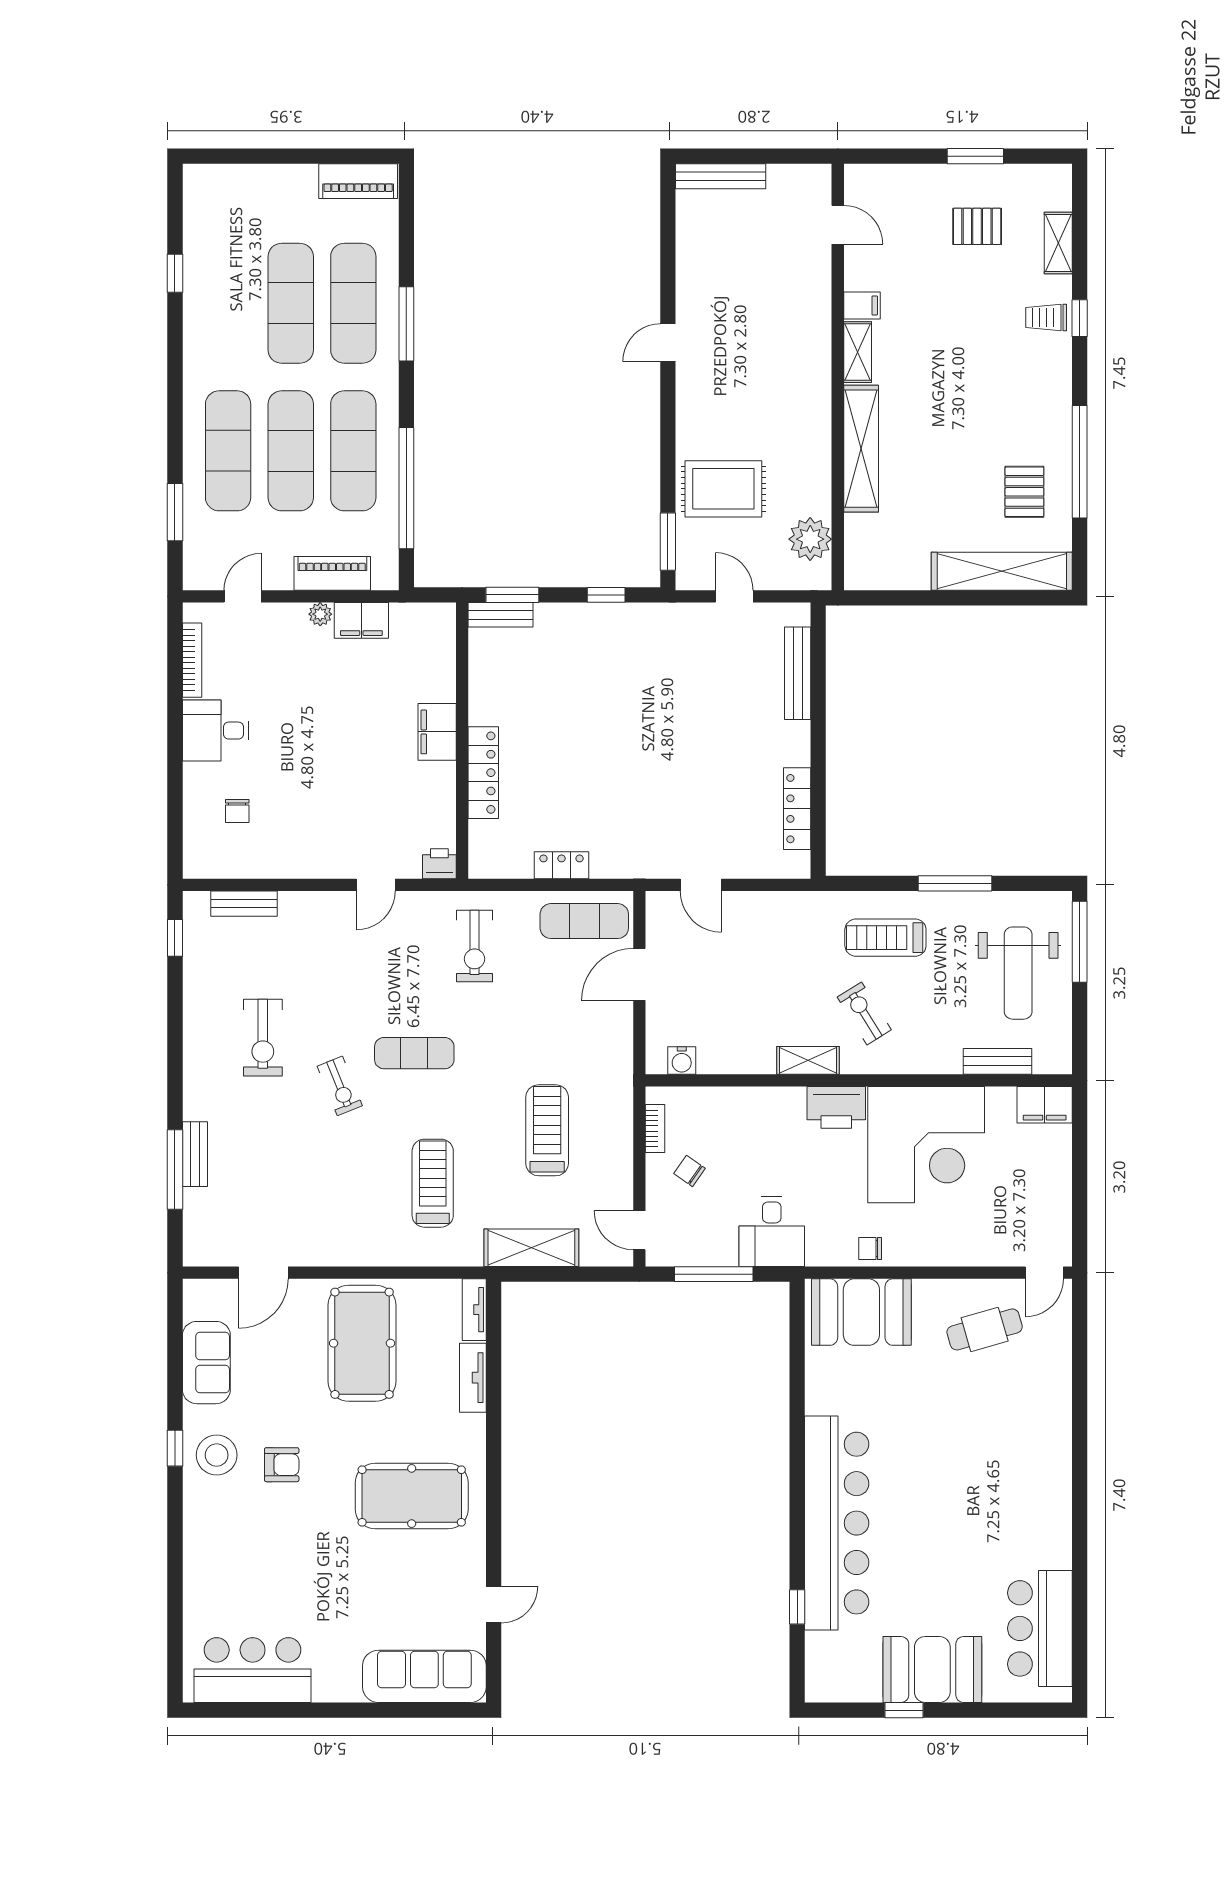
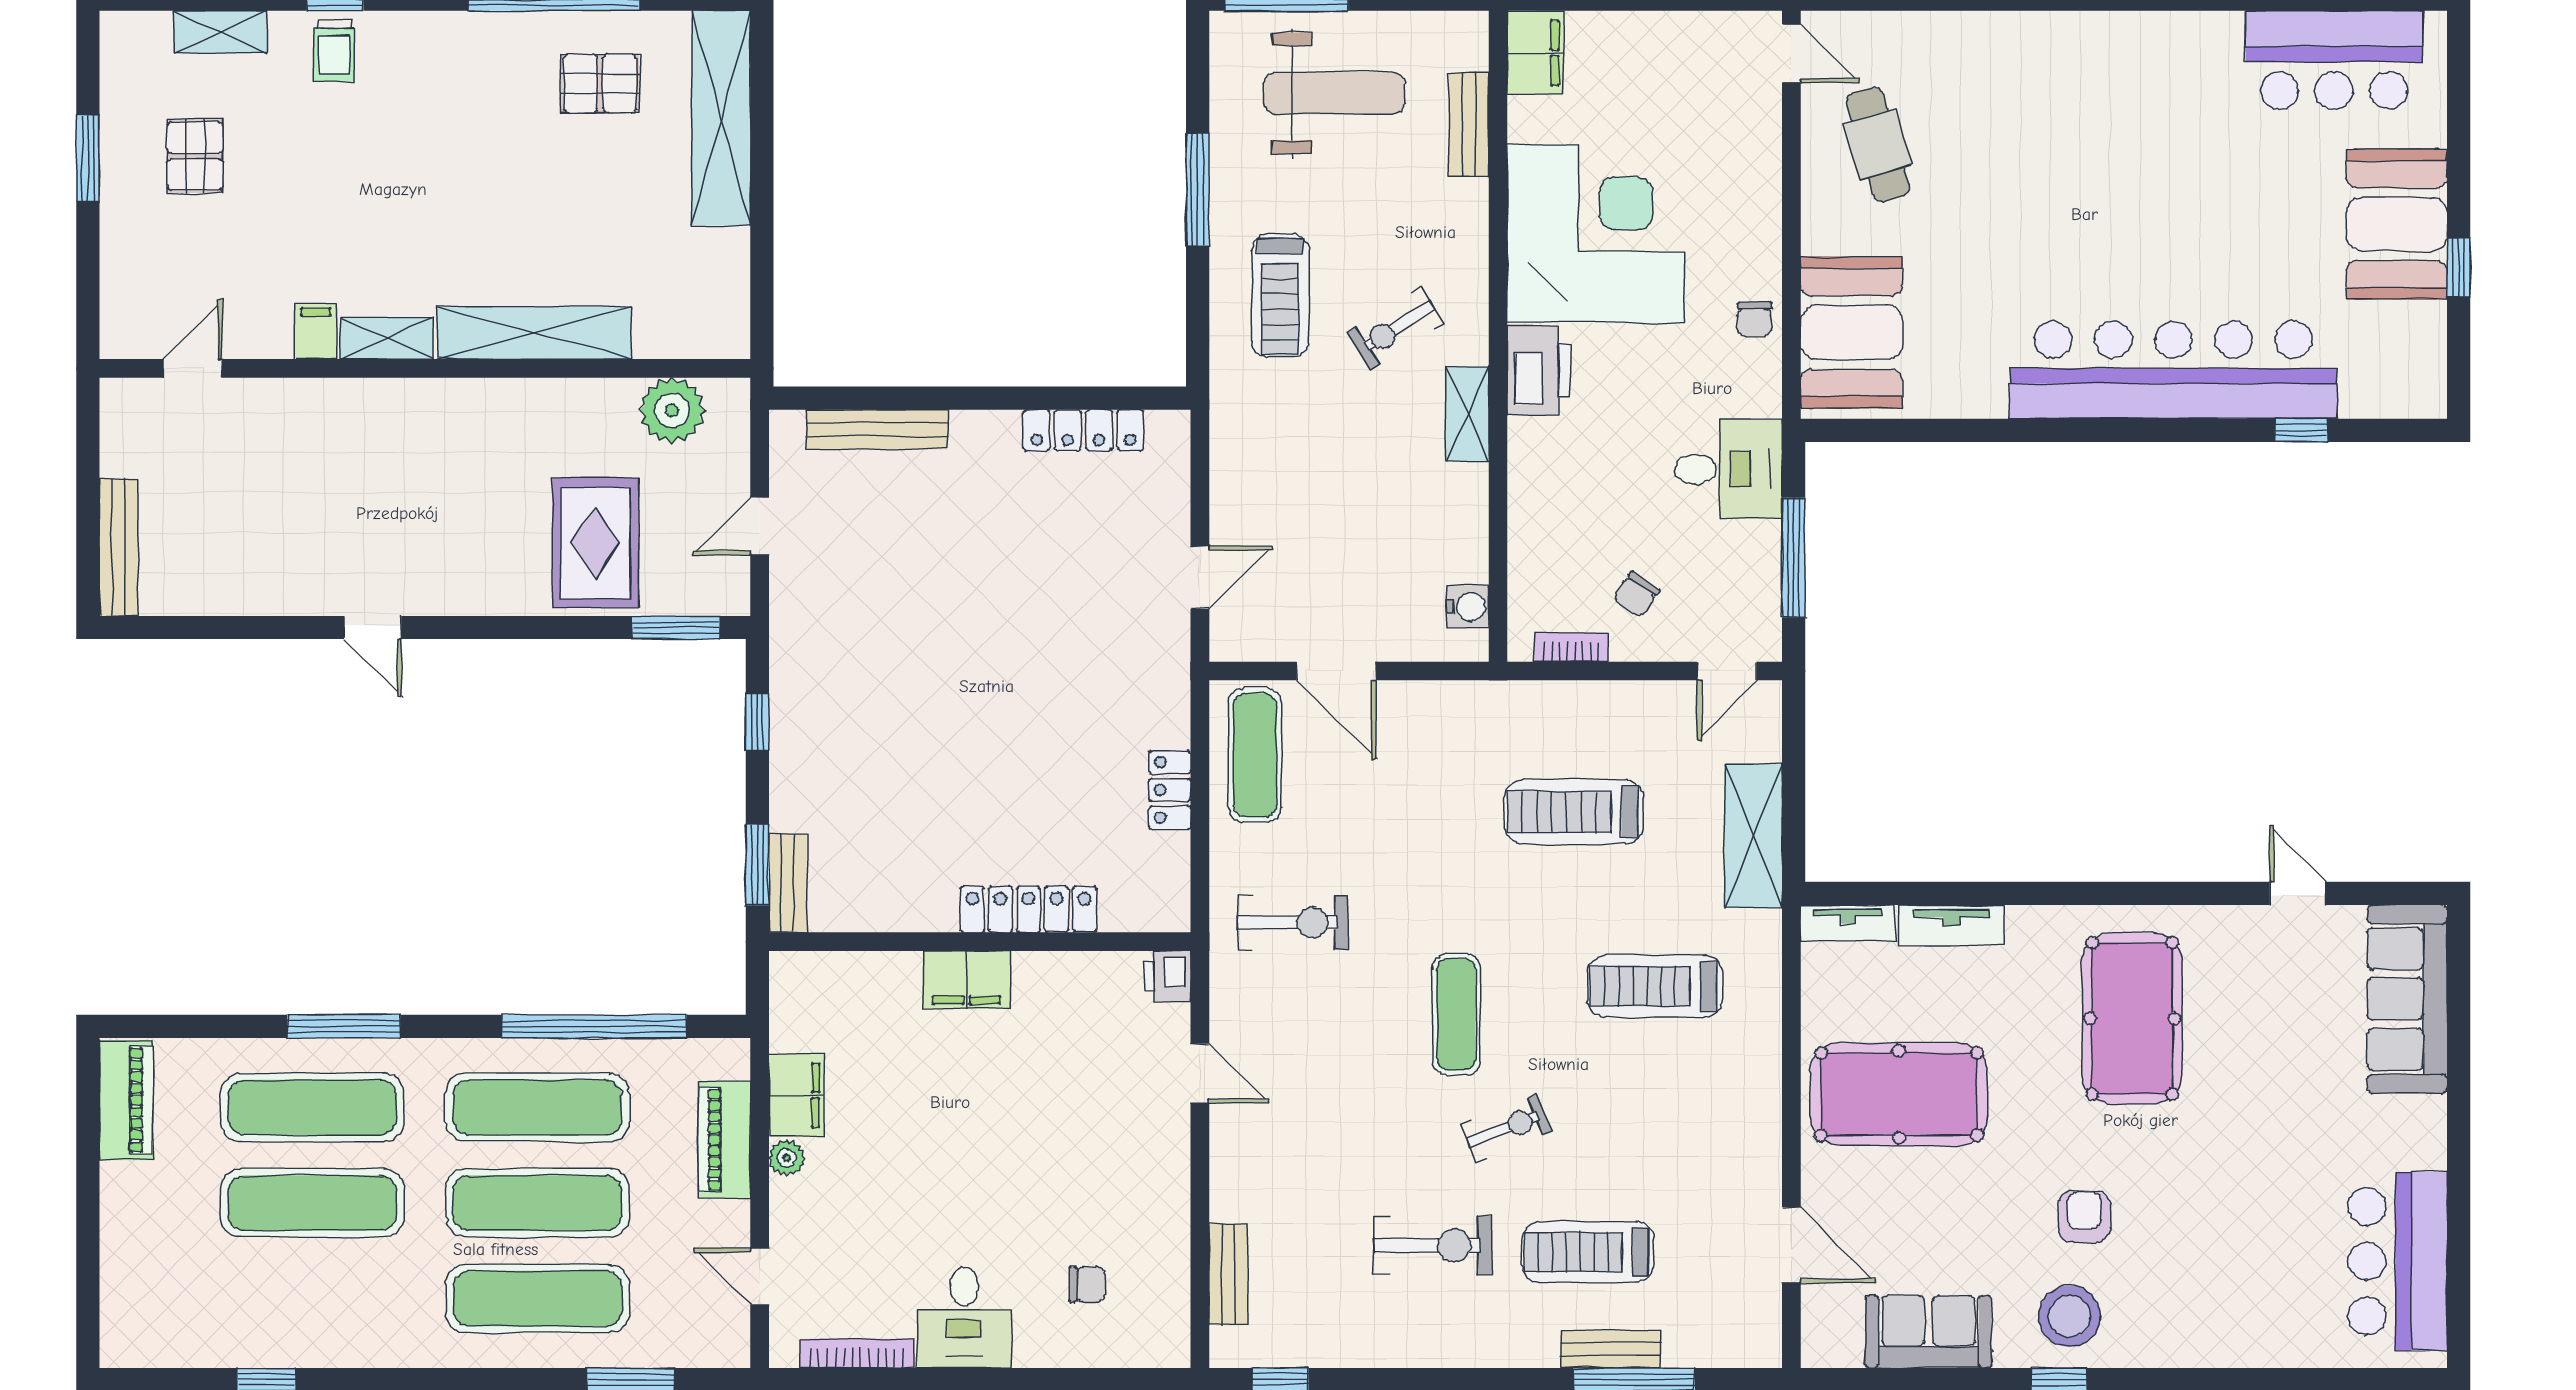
treadmill: (258, 1139) -> (1588, 1252), added

